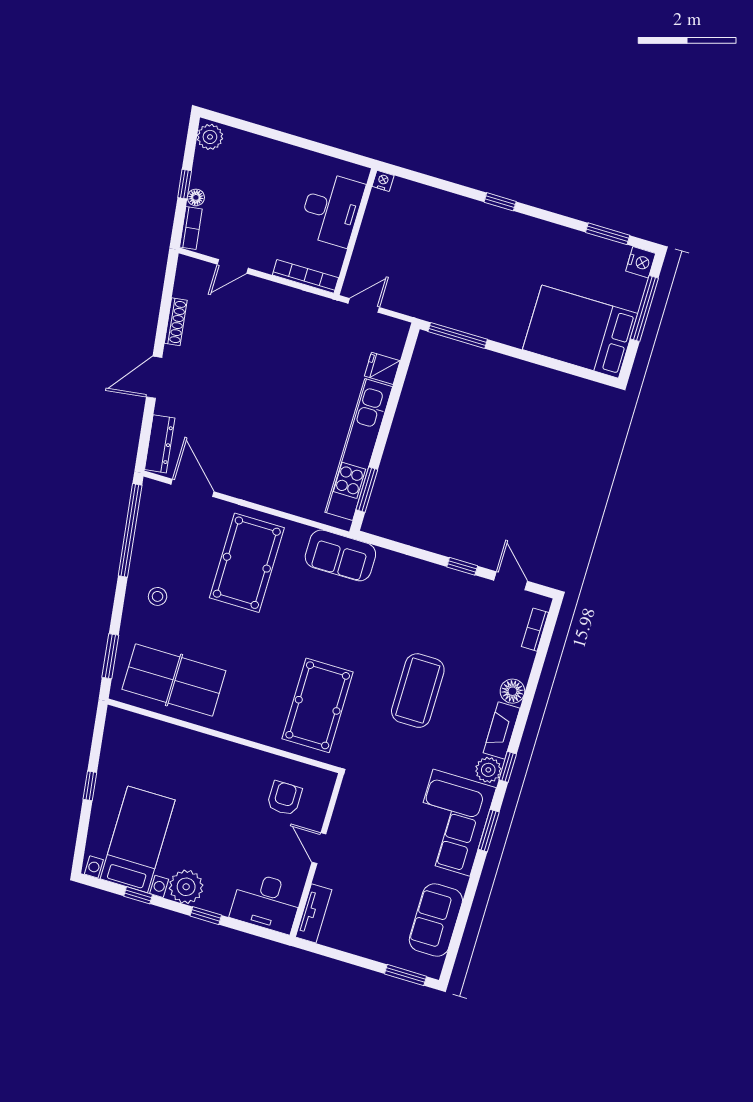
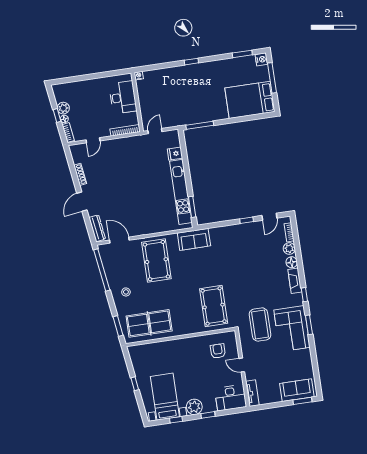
plant: (210, 137) -> (63, 108), moved
door: (511, 581) -> (269, 217), swing flipped
coffee table: (418, 691) -> (260, 324), moved
plant: (488, 770) -> (289, 249), moved
sofa: (436, 920) -> (297, 390), moved, turned 90

